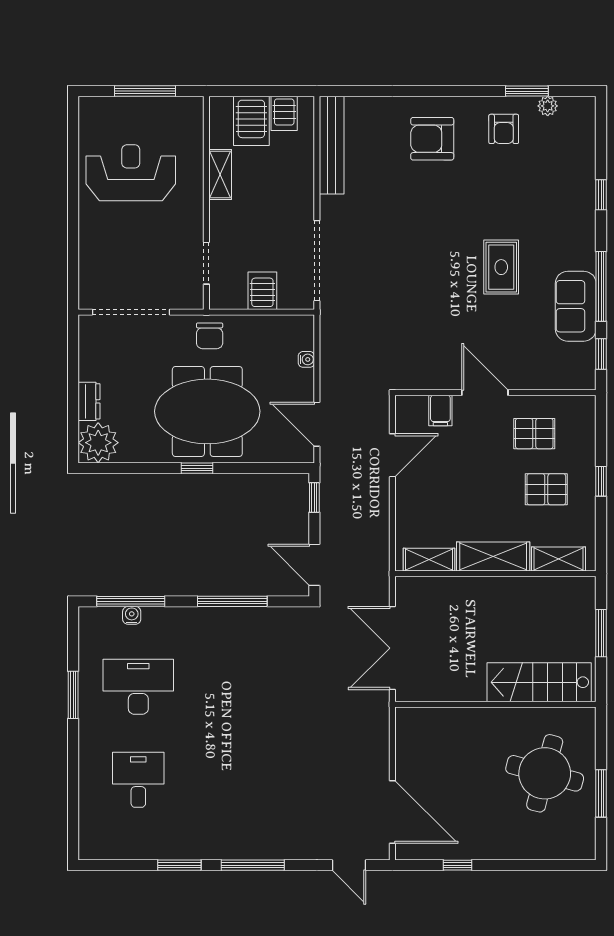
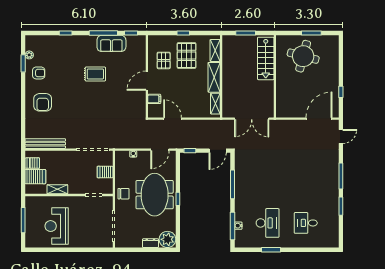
pallet: (546, 489) -> (187, 55), width x1.50, depth x1.42
desk: (138, 687) -> (268, 223), turned 180

